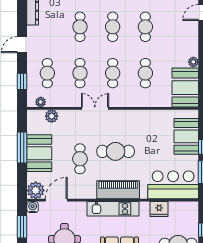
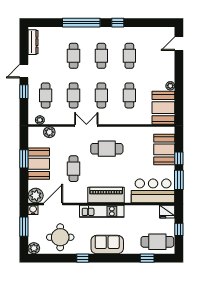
window: (22, 81) -> (24, 92), moved
window: (22, 148) -> (24, 159), width x0.69
cafe table: (116, 151) -> (107, 149), moved
fridge: (159, 209) -> (167, 212), moved

